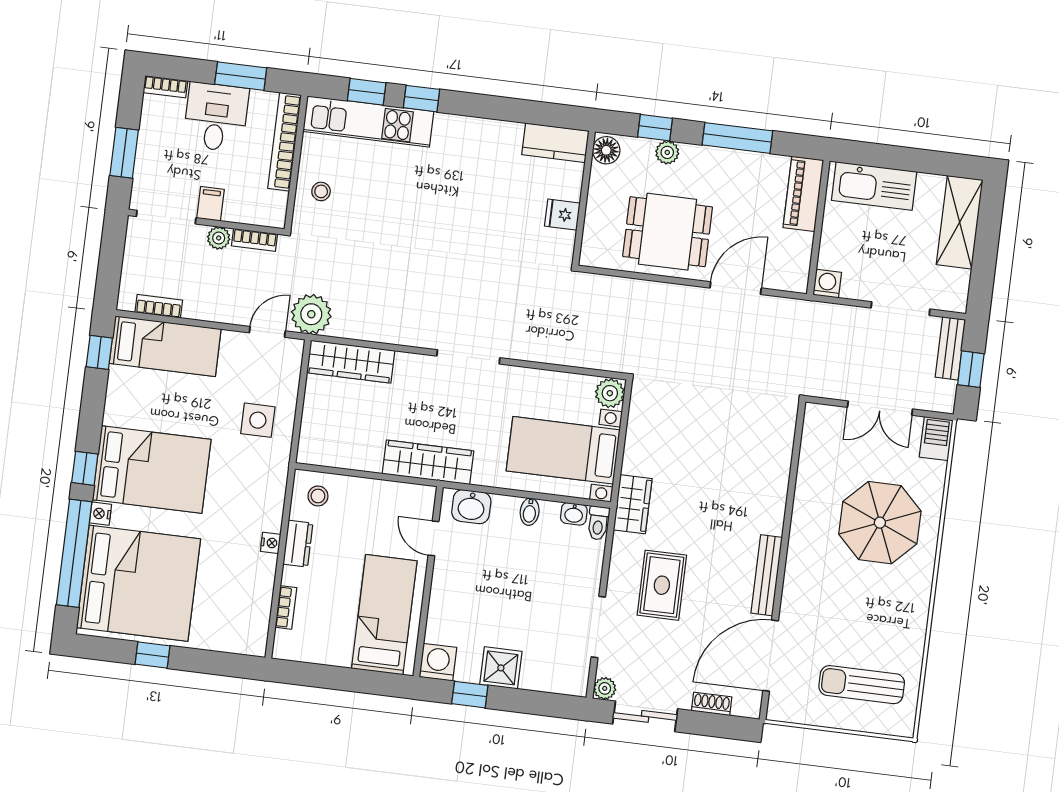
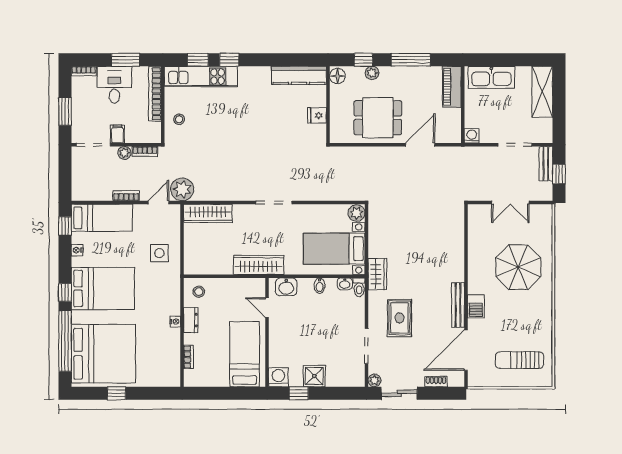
kitchen counter: (555, 143) -> (299, 75), width x1.50
bookcase: (159, 306) -> (126, 196), moved
barbecue: (936, 439) -> (476, 306), moved, turned 180
nightstand: (101, 514) -> (77, 250), moved

